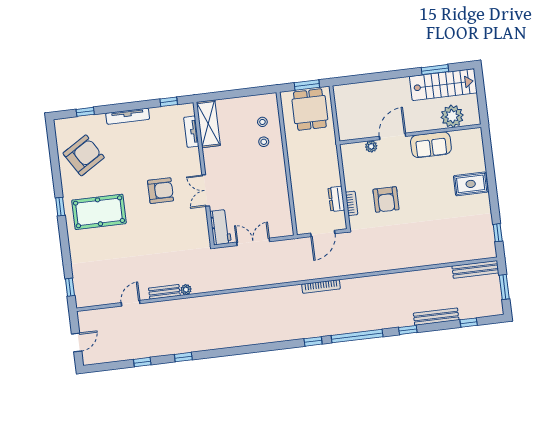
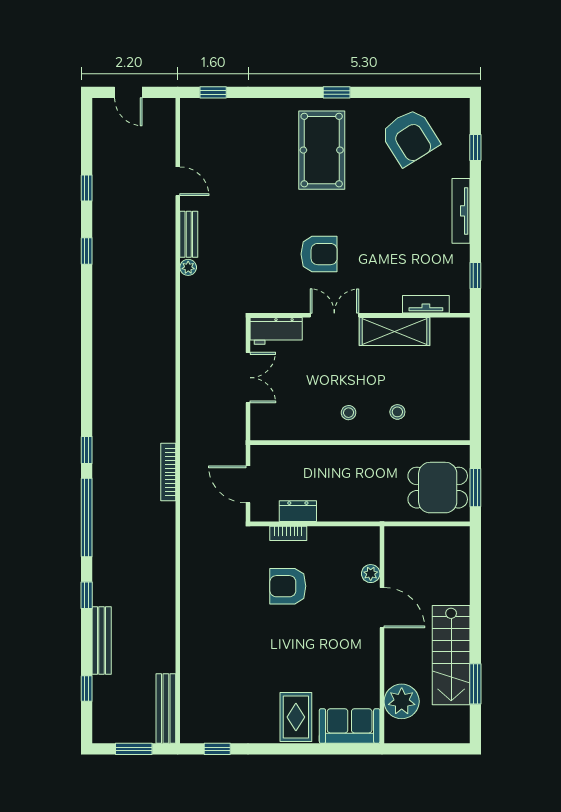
stairs: (443, 85) -> (451, 655), moved
stool: (262, 122) -> (349, 413), moved
shelving: (208, 124) -> (394, 332), moved
sofa: (431, 145) -> (350, 726), moved, turned 90
armchair: (160, 191) -> (319, 254), moved, turned -90

